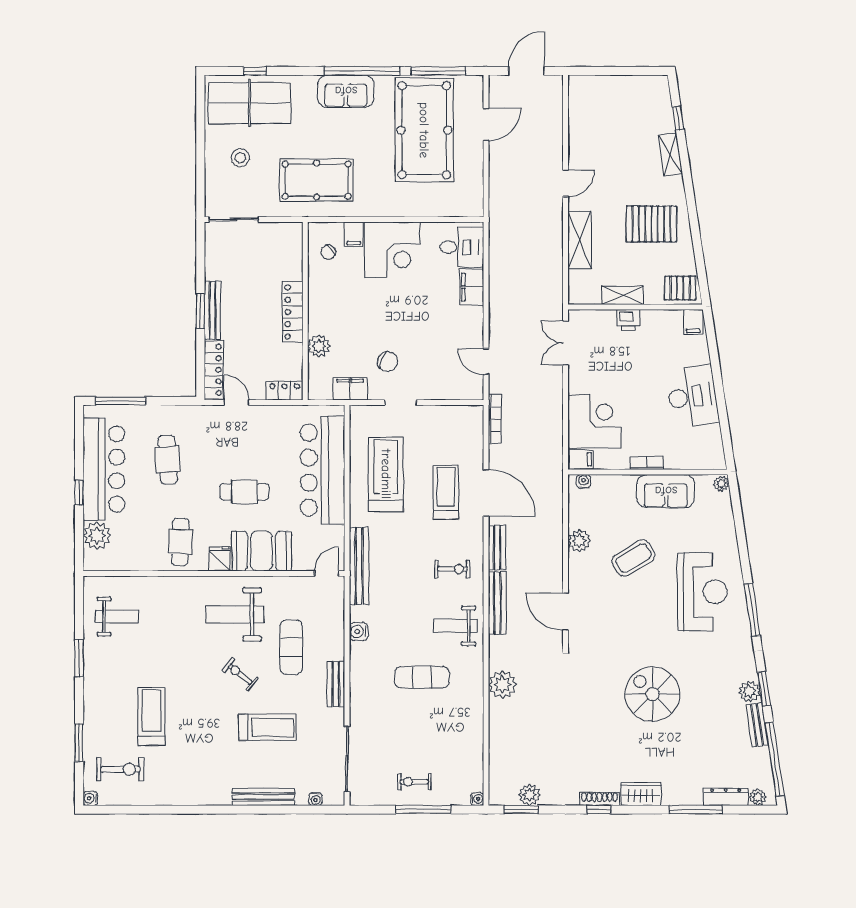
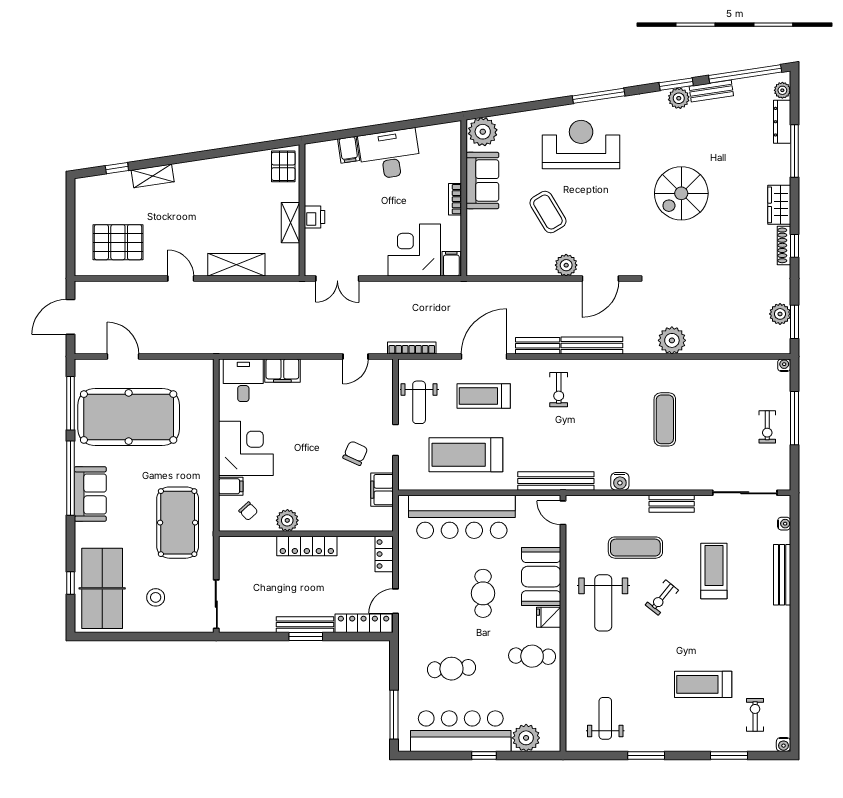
door: (527, 71) -> (71, 317), hinge flipped
pallet: (651, 224) -> (118, 242), moved, turned 90
filing cabinet: (693, 322) -> (349, 150), moved, turned 81
plant: (319, 346) -> (287, 520), moved
water cooler: (584, 481) -> (473, 261), removed
plant: (721, 484) -> (483, 132), width x1.88, depth x1.88
plant: (579, 541) -> (566, 265), moved
exercise bike: (452, 569) -> (559, 390), turned 180
weight bench: (456, 626) -> (419, 402), moved
exercise bike: (120, 769) -> (755, 715), width x0.73, depth x0.72

